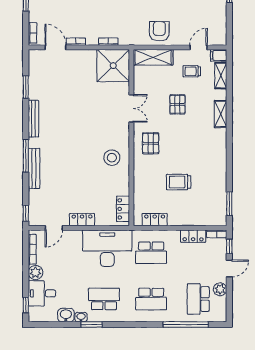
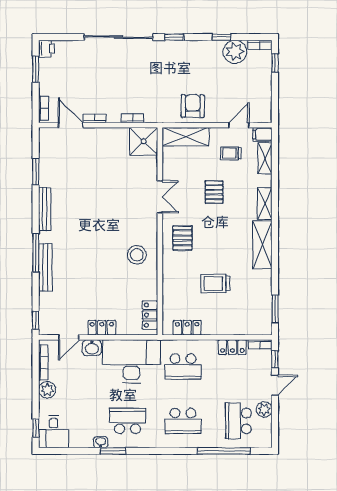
shower: (113, 66) -> (144, 141), width x0.73, depth x0.73
shelving: (219, 149) -> (262, 245), added
desk: (42, 293) -> (54, 432), moved, turned -90
washbasin: (66, 315) -> (92, 348), moved, turned 180

